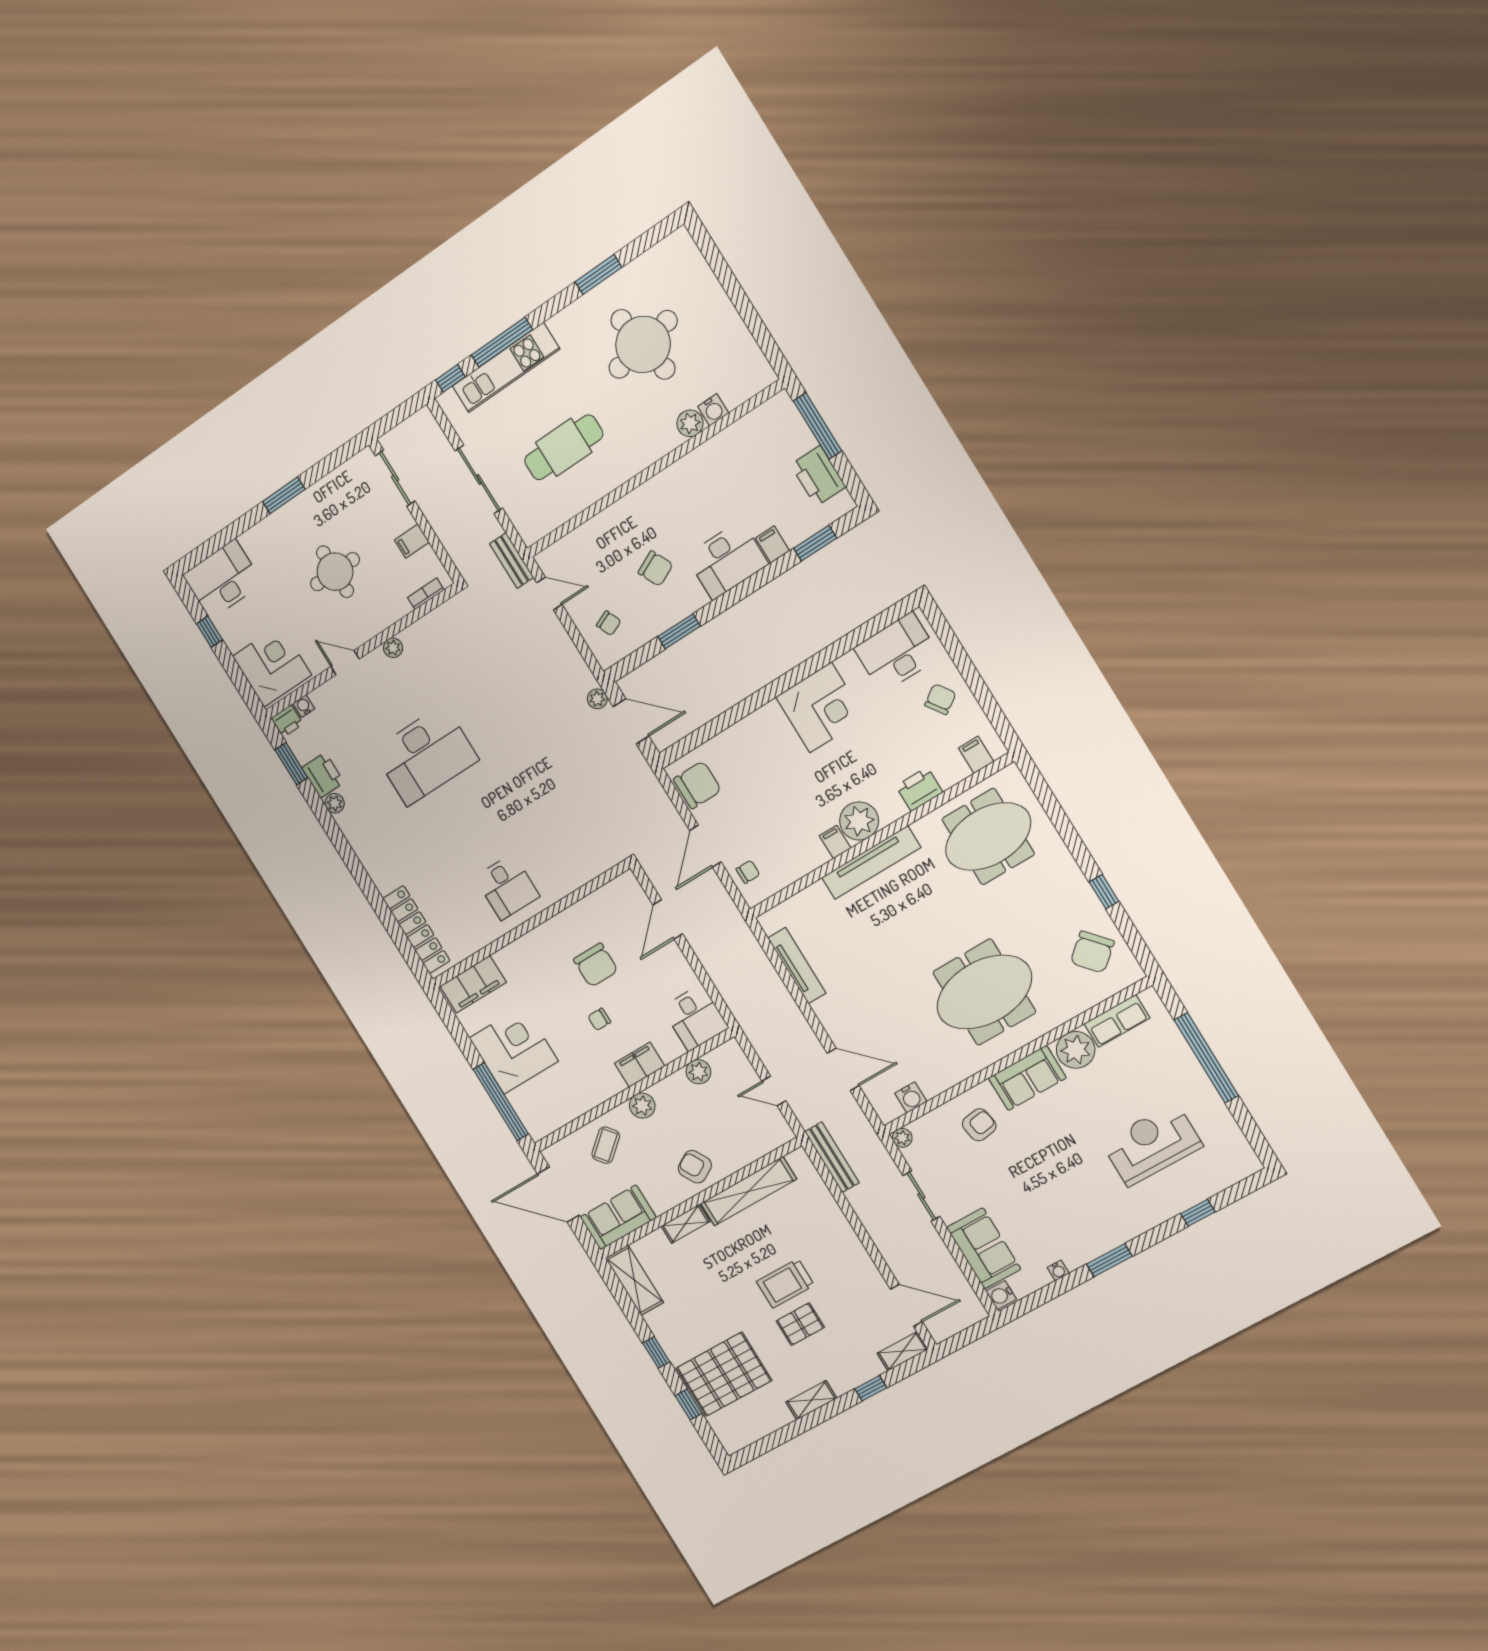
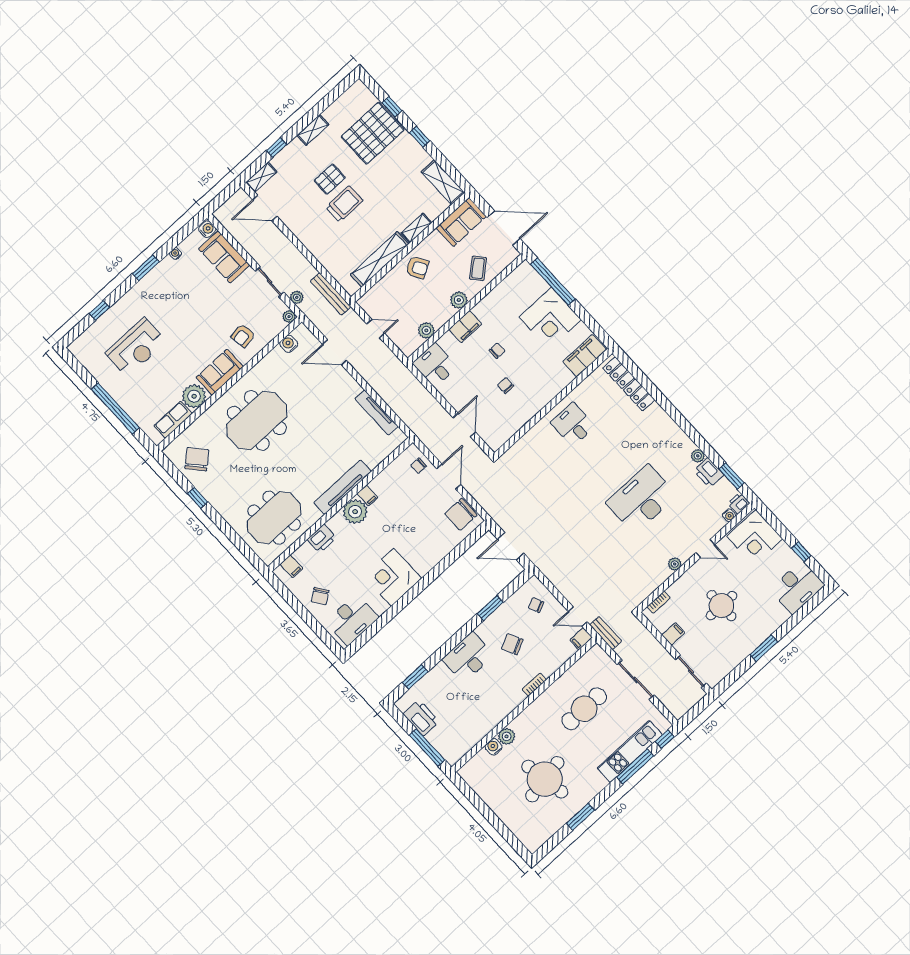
bookcase: (633, 499) -> (534, 685), added
filing cabinet: (772, 544) -> (581, 639), moved, turned 90
plant: (597, 699) -> (297, 297), moved
chair: (596, 965) -> (506, 386), width x0.54, depth x0.54

